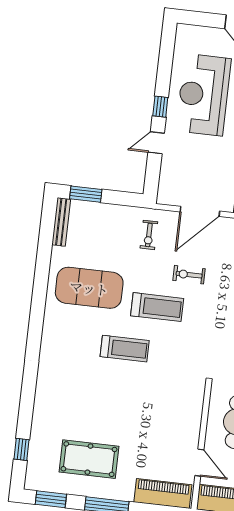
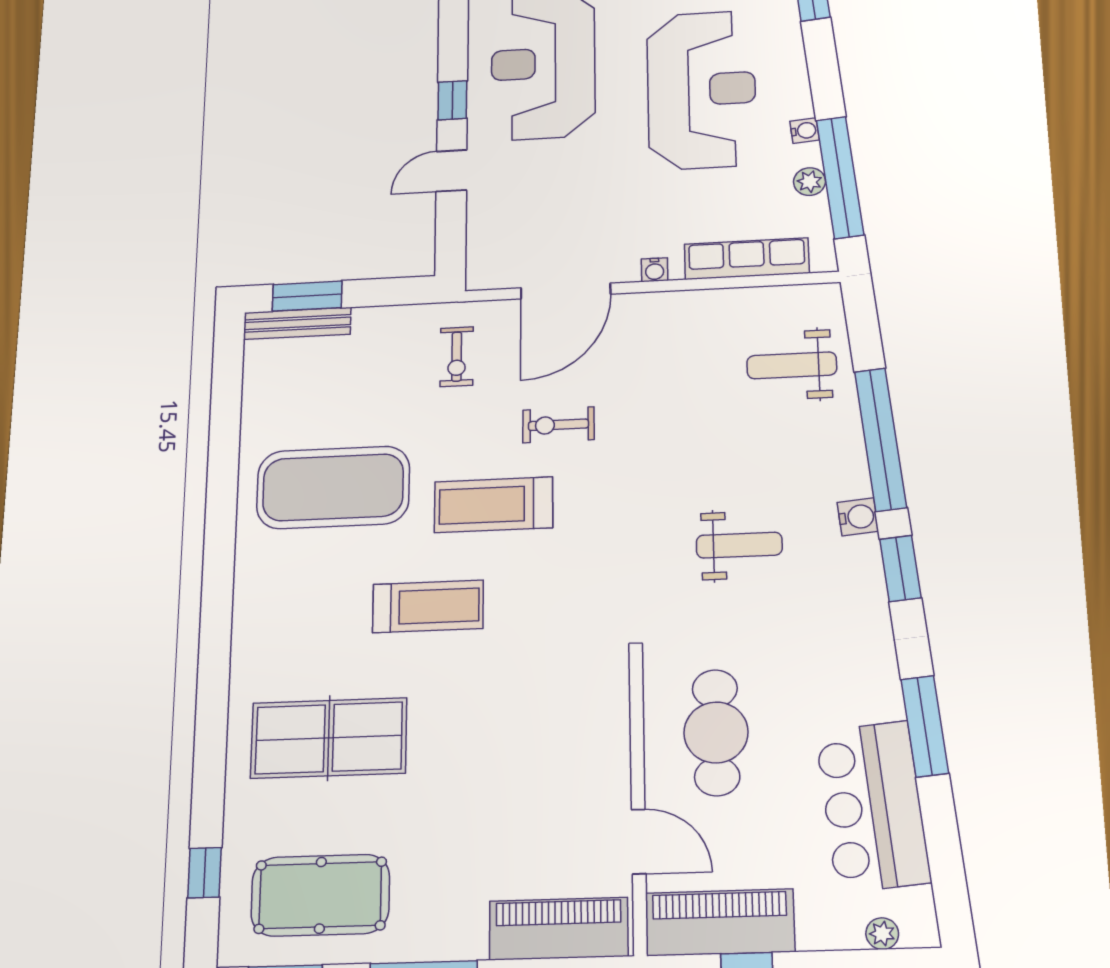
bench: (61, 222) -> (297, 323), moved, turned 90
treadmill: (157, 307) -> (494, 505), turned 180
table tennis table: (78, 400) -> (329, 738), added
pool table: (89, 459) -> (320, 895), moved

